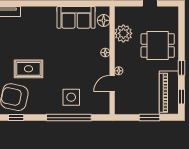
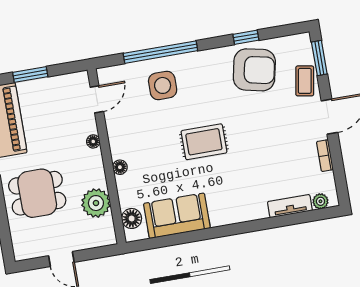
rug: (28, 69) -> (204, 142), moved
door: (112, 84) -> (97, 99), moved

